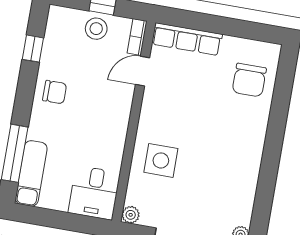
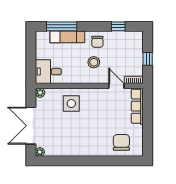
stool: (96, 29) -> (94, 62), moved
chair: (249, 80) -> (121, 142), turned 90
exam couch: (31, 173) -> (67, 37), moved

